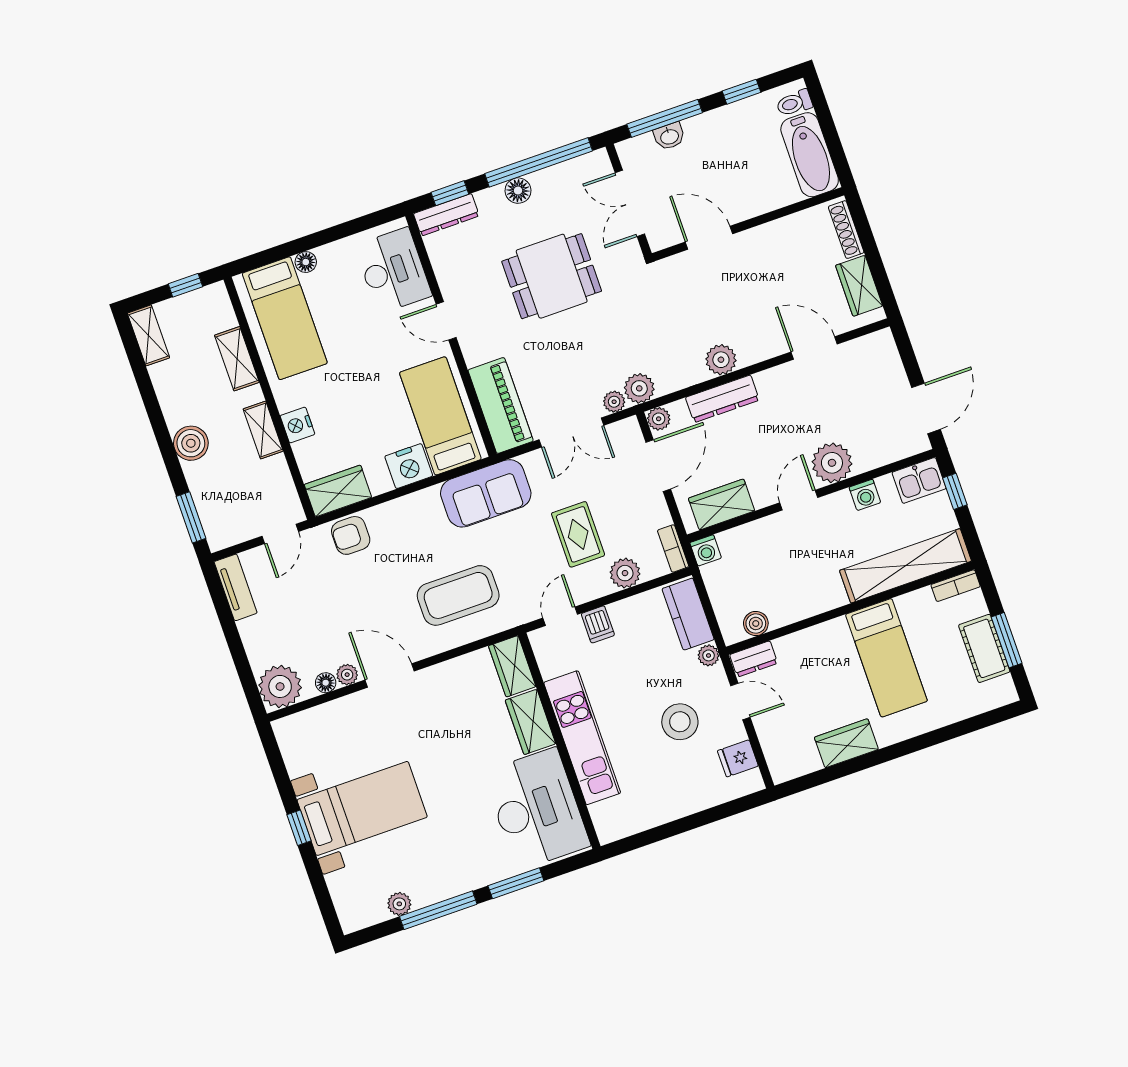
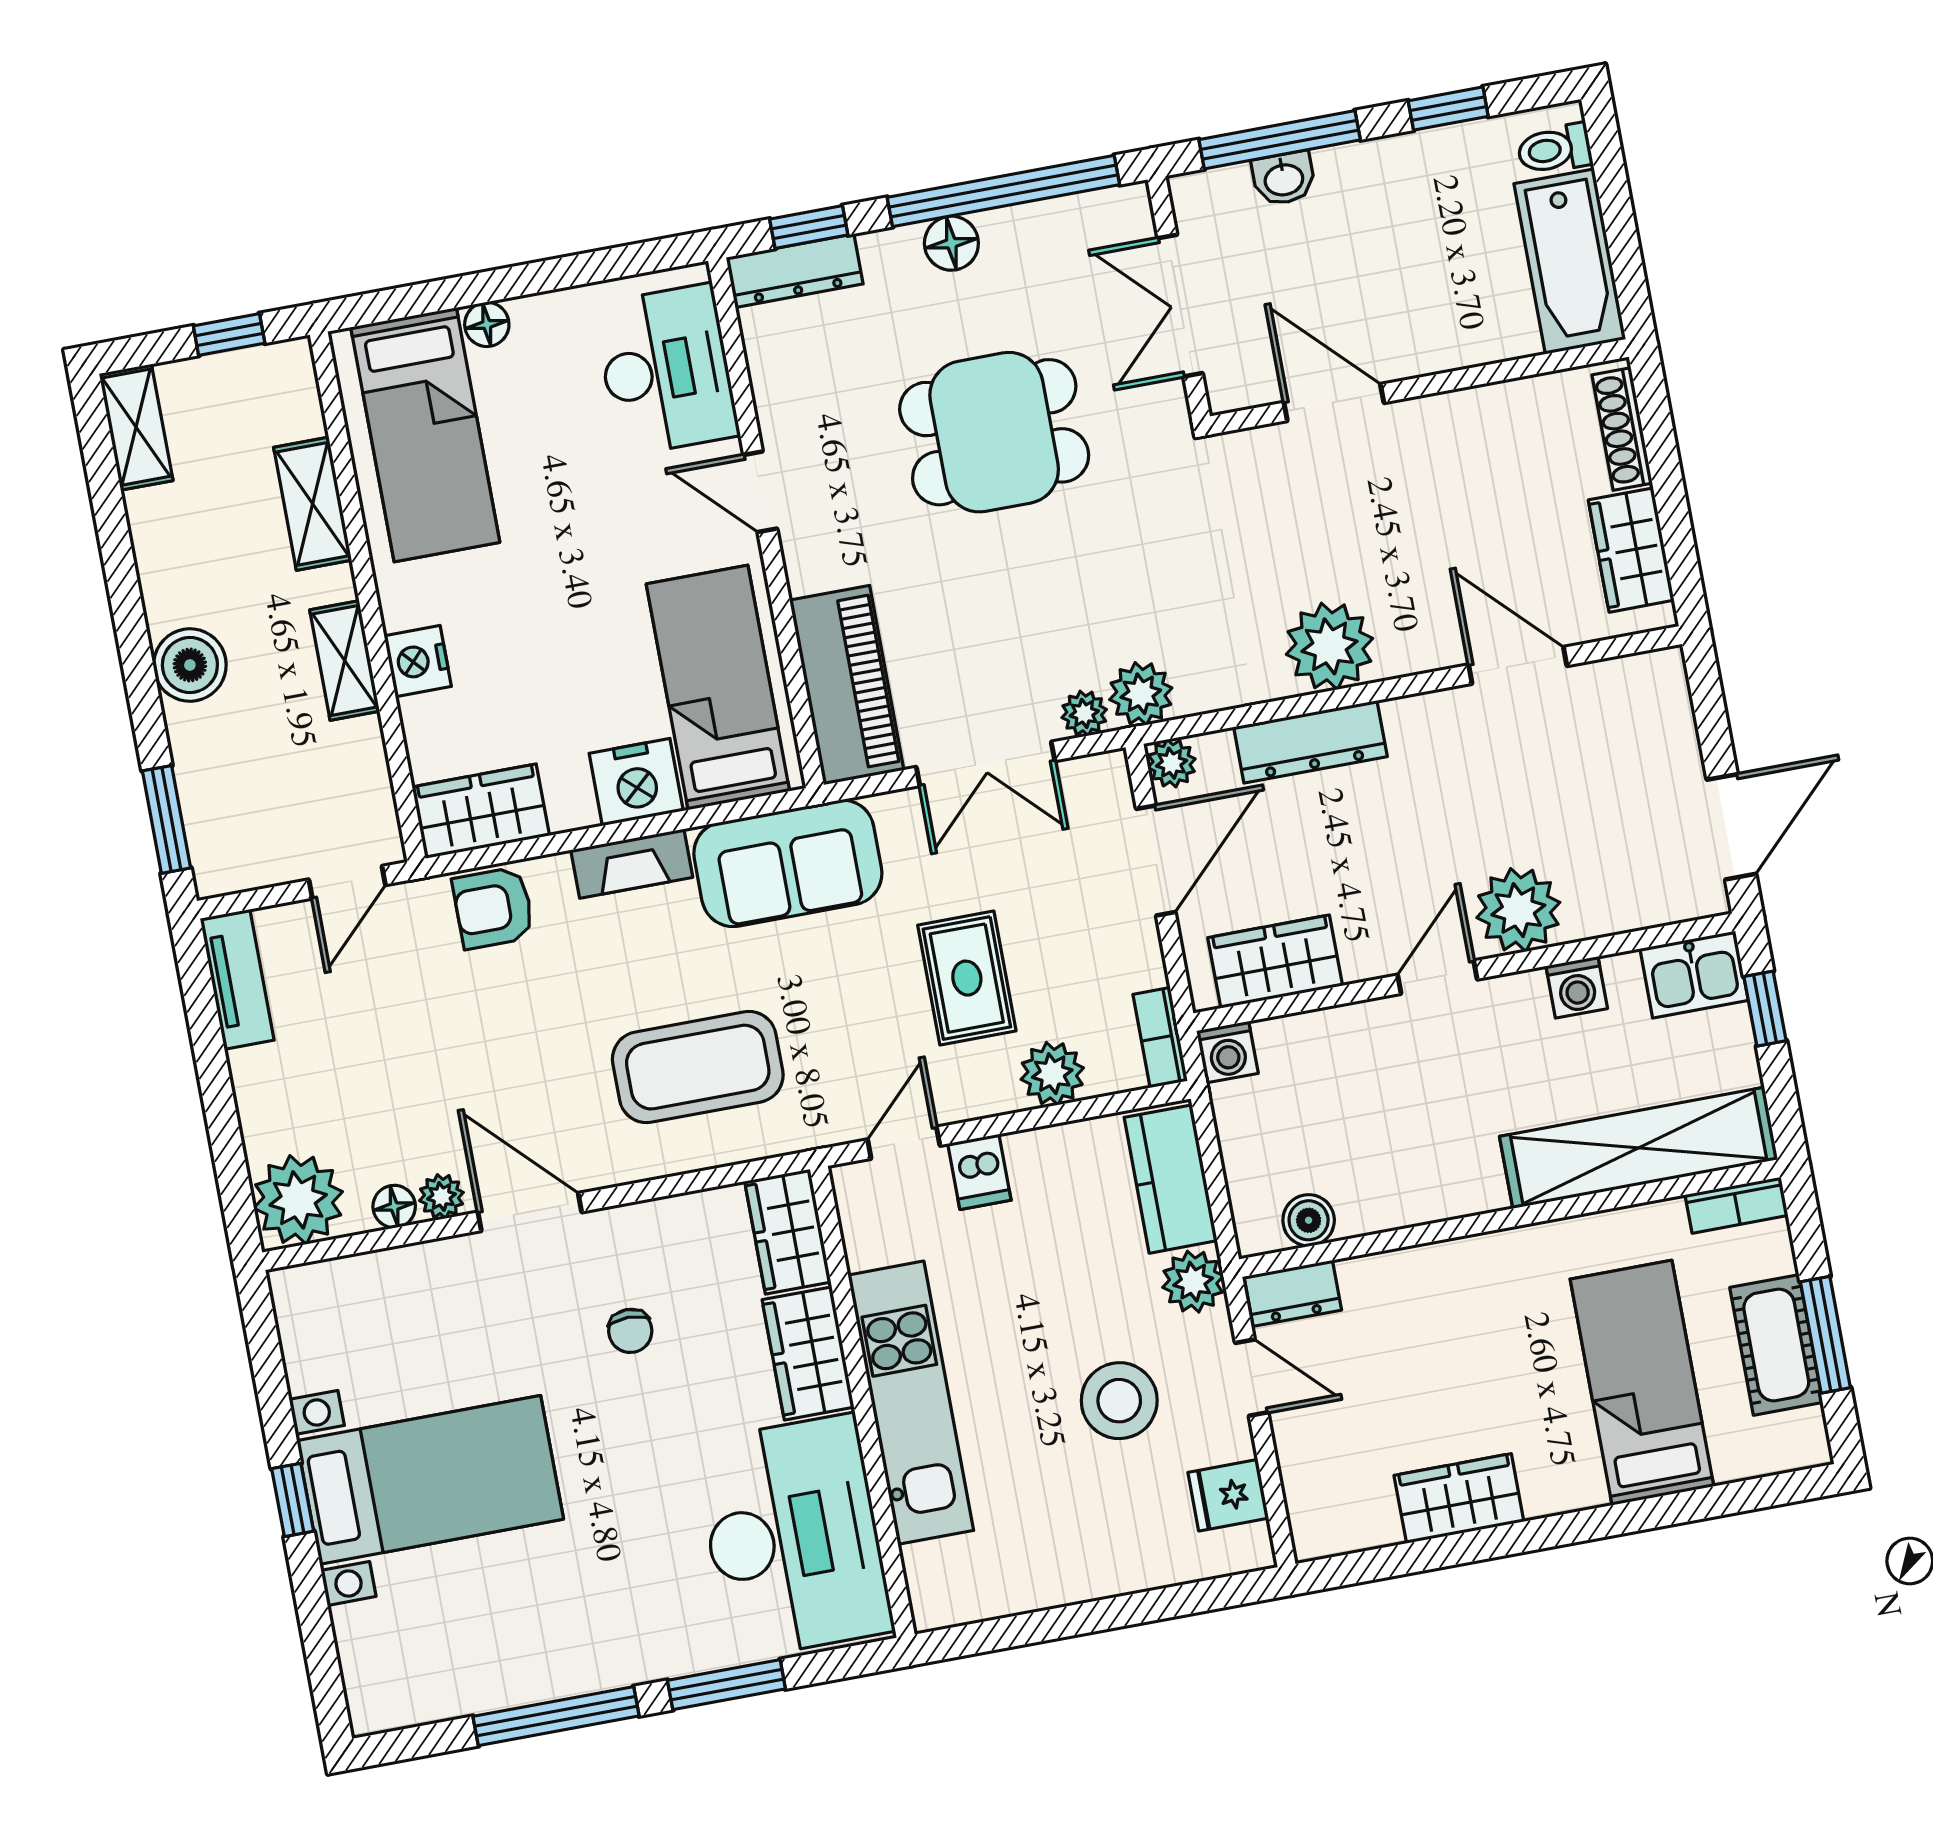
plant: (721, 360) -> (1329, 646), width x1.36, depth x1.36
fireplace: (412, 505) -> (632, 864), added
plant: (709, 655) -> (1193, 1282), width x1.38, depth x1.38
bed: (886, 658) -> (1642, 1383), moved, turned 180
chair: (445, 724) -> (630, 1331), added
plant: (399, 904) -> (477, 1690), removed

